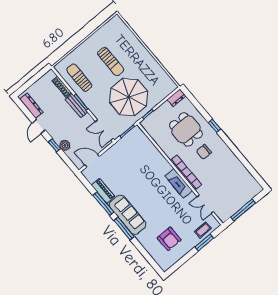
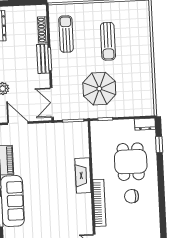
parasol: (129, 97) -> (99, 89), width x0.73, depth x0.73
window: (215, 126) -> (159, 145), moved
fireplace: (179, 183) -> (83, 175), moved

